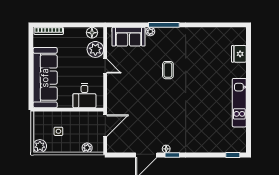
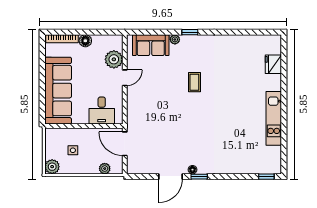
window: (164, 25) -> (190, 32), width x0.46
floor lamp: (92, 33) -> (85, 41), moved
door: (105, 66) -> (125, 78), hinge flipped
door: (105, 126) -> (125, 144), swing flipped

